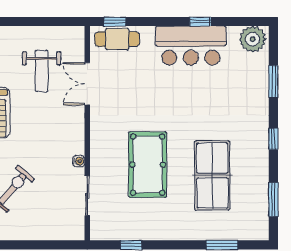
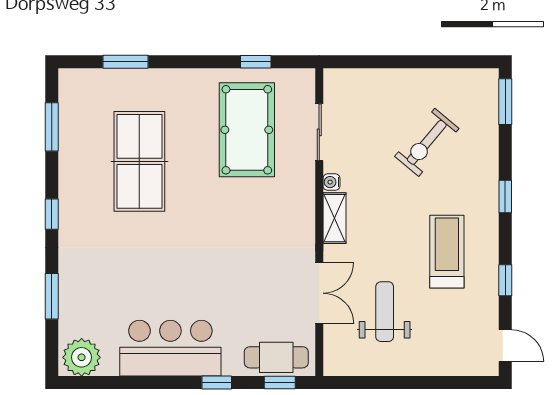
window: (200, 22) -> (217, 383), moved
shelving: (77, 136) -> (335, 218), added
pool table: (148, 165) -> (247, 130), moved

